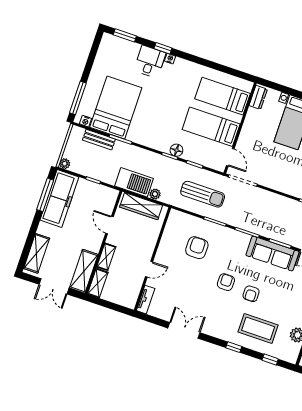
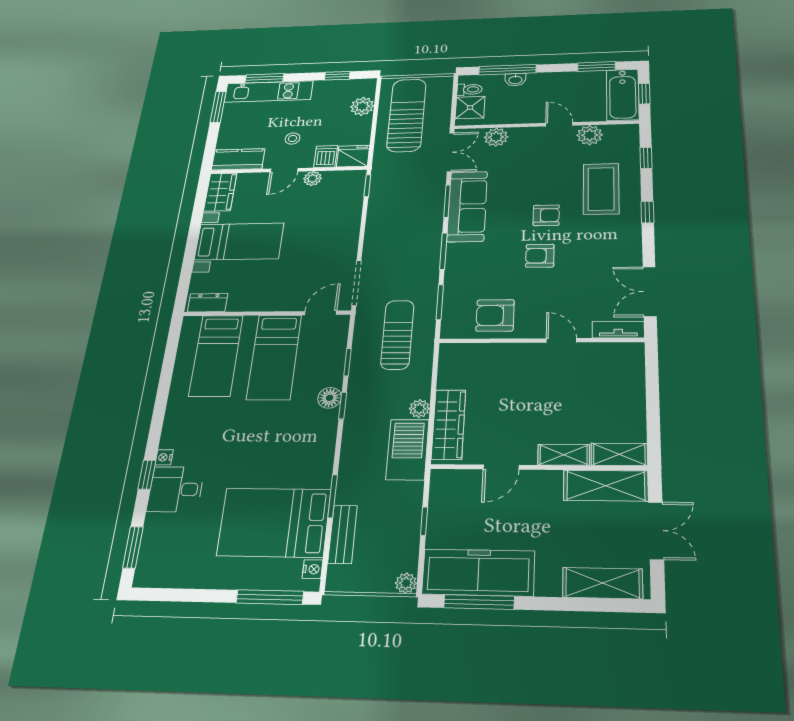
wall: (152, 259) -> (541, 341), moved
door: (149, 269) -> (561, 340), moved
tv unit: (146, 300) -> (618, 330), moved

